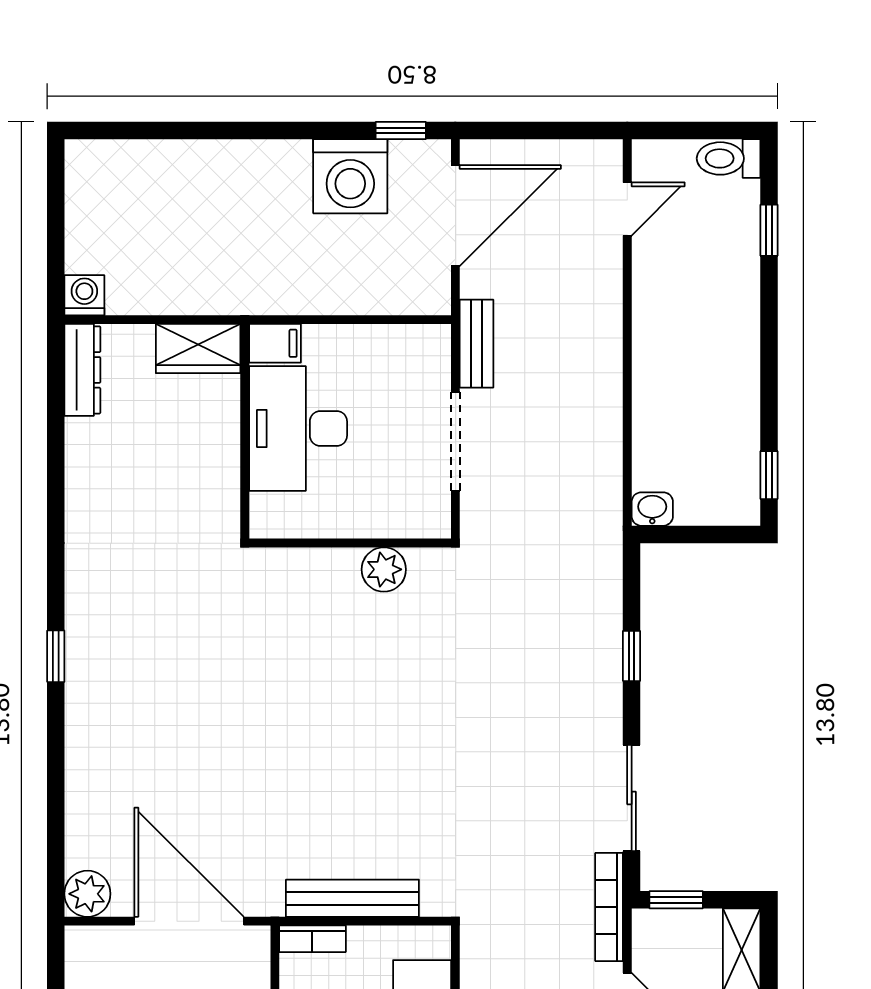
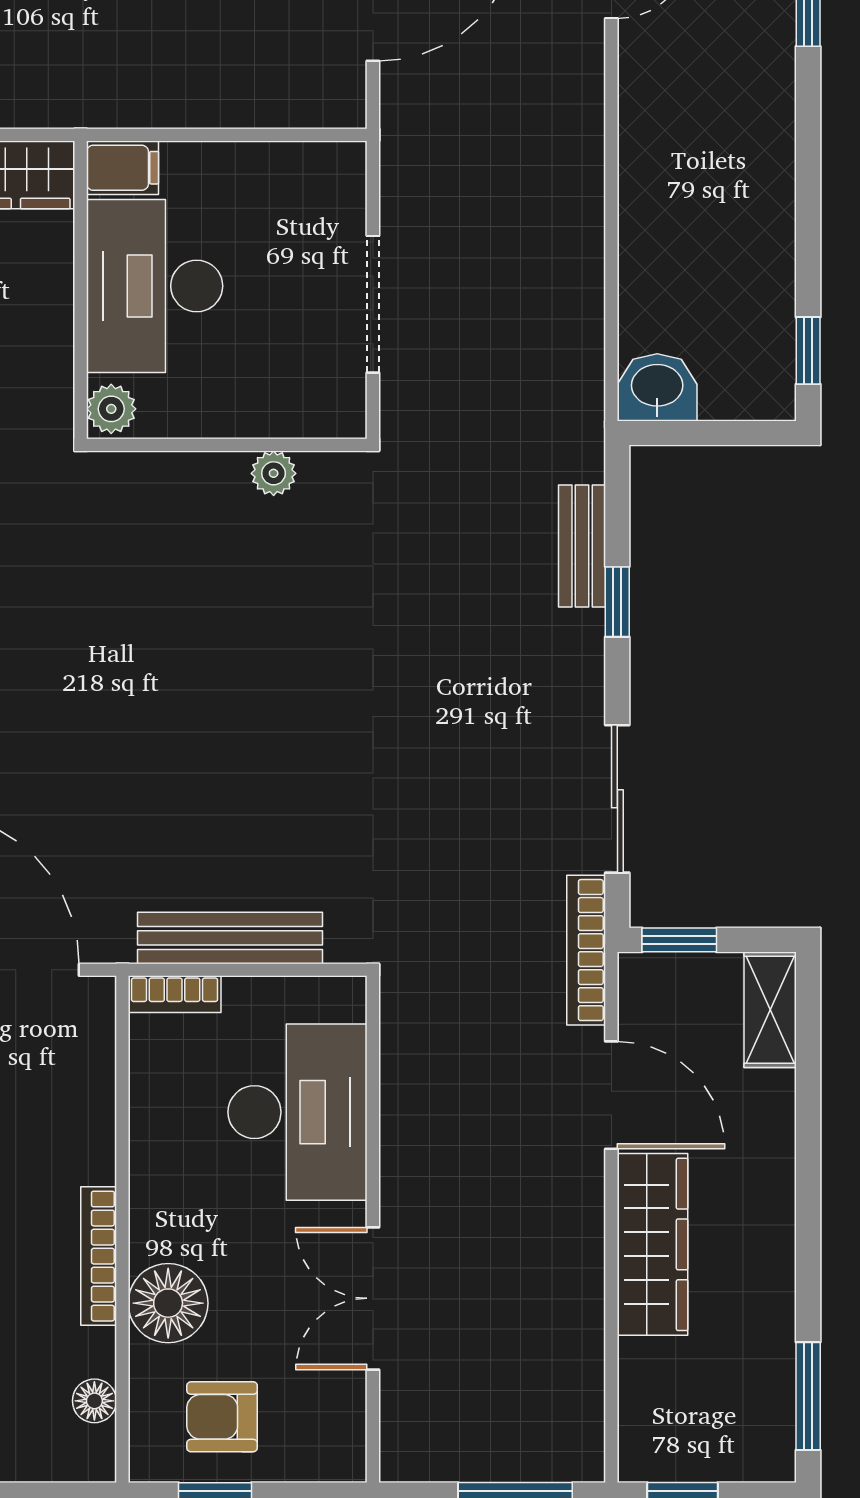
bench: (476, 344) -> (582, 546), moved
washbasin: (652, 509) -> (657, 387), width x1.38, depth x1.45
plant: (267, 517) -> (111, 409), added
plant: (384, 569) -> (274, 473), width x0.73, depth x0.73

